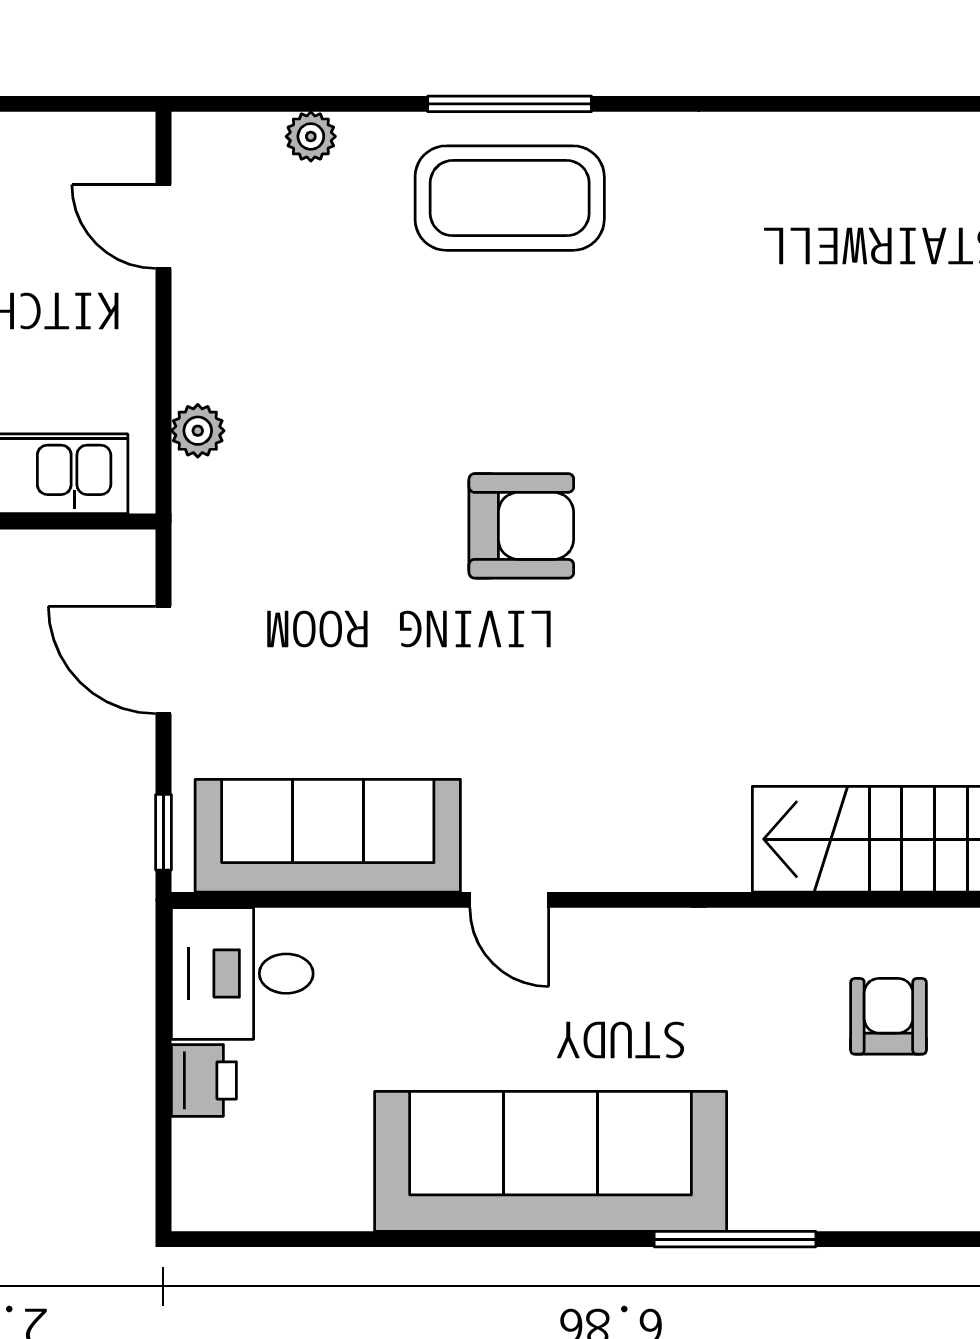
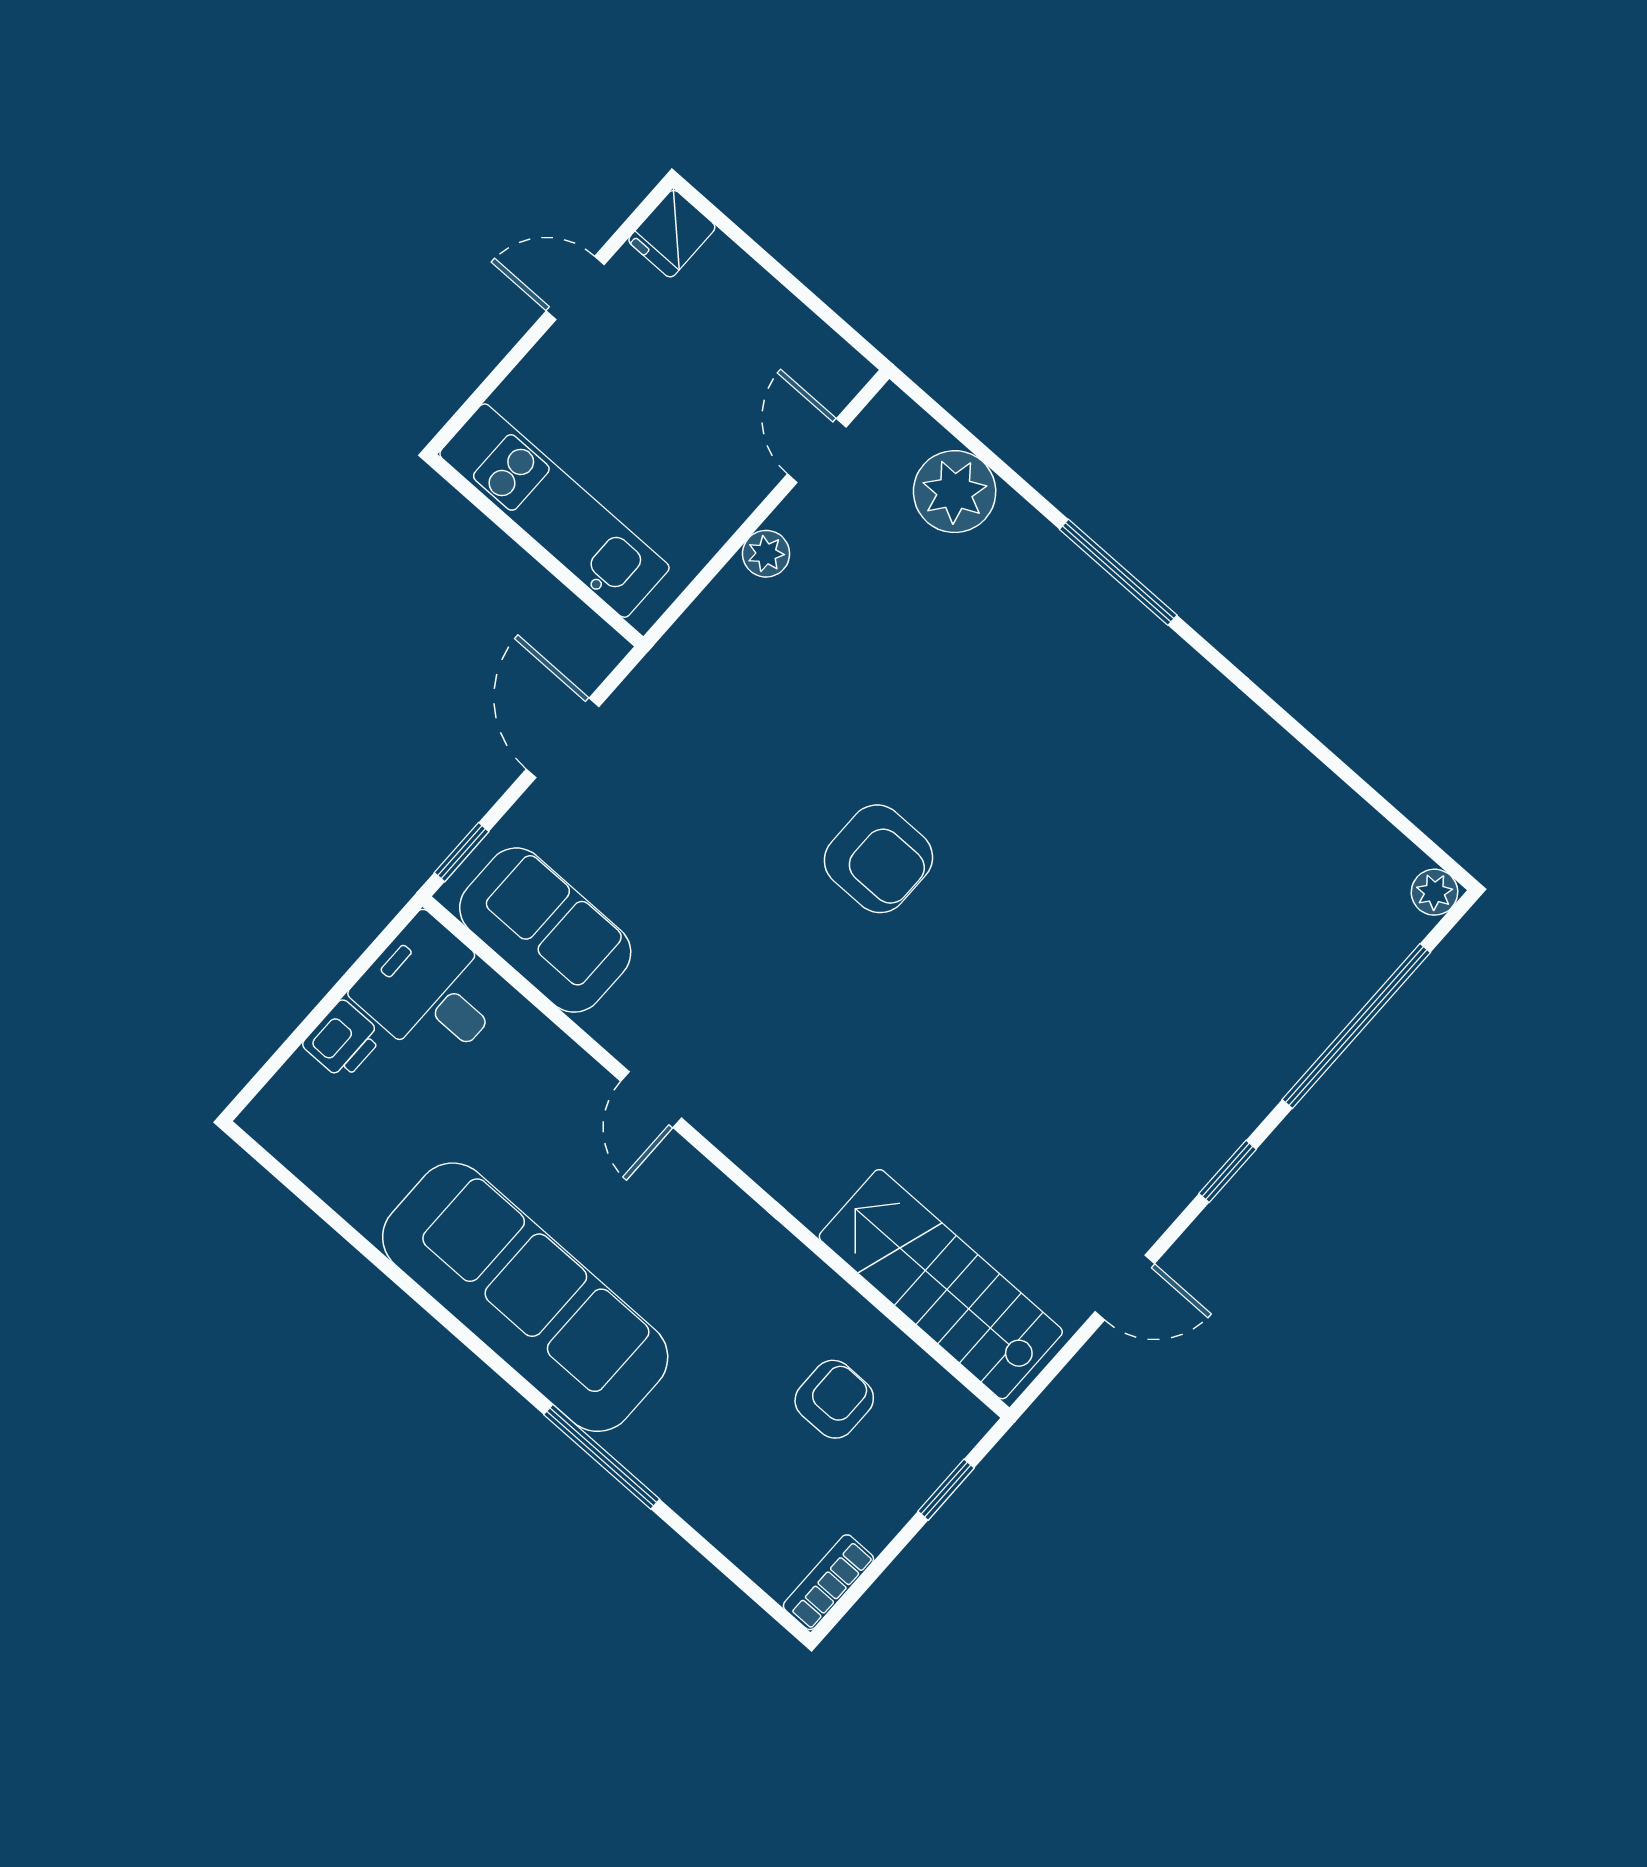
plant: (311, 136) -> (955, 492), width x1.88, depth x1.88
coffee table: (510, 198) -> (1063, 635), removed
plant: (198, 431) -> (766, 554), moved
sofa: (328, 836) -> (545, 930), width x0.73

